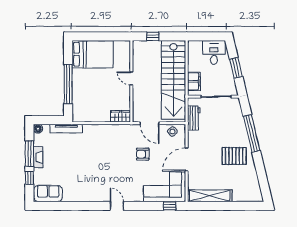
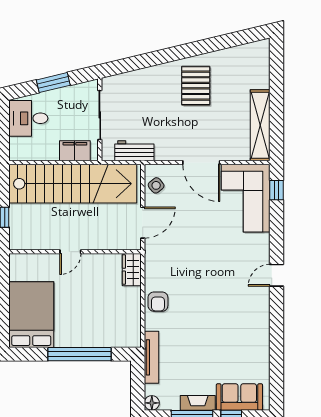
window: (252, 133) -> (159, 57), removed
armchair: (143, 154) -> (158, 302), moved
sofa: (48, 194) -> (239, 397), moved, turned 90

